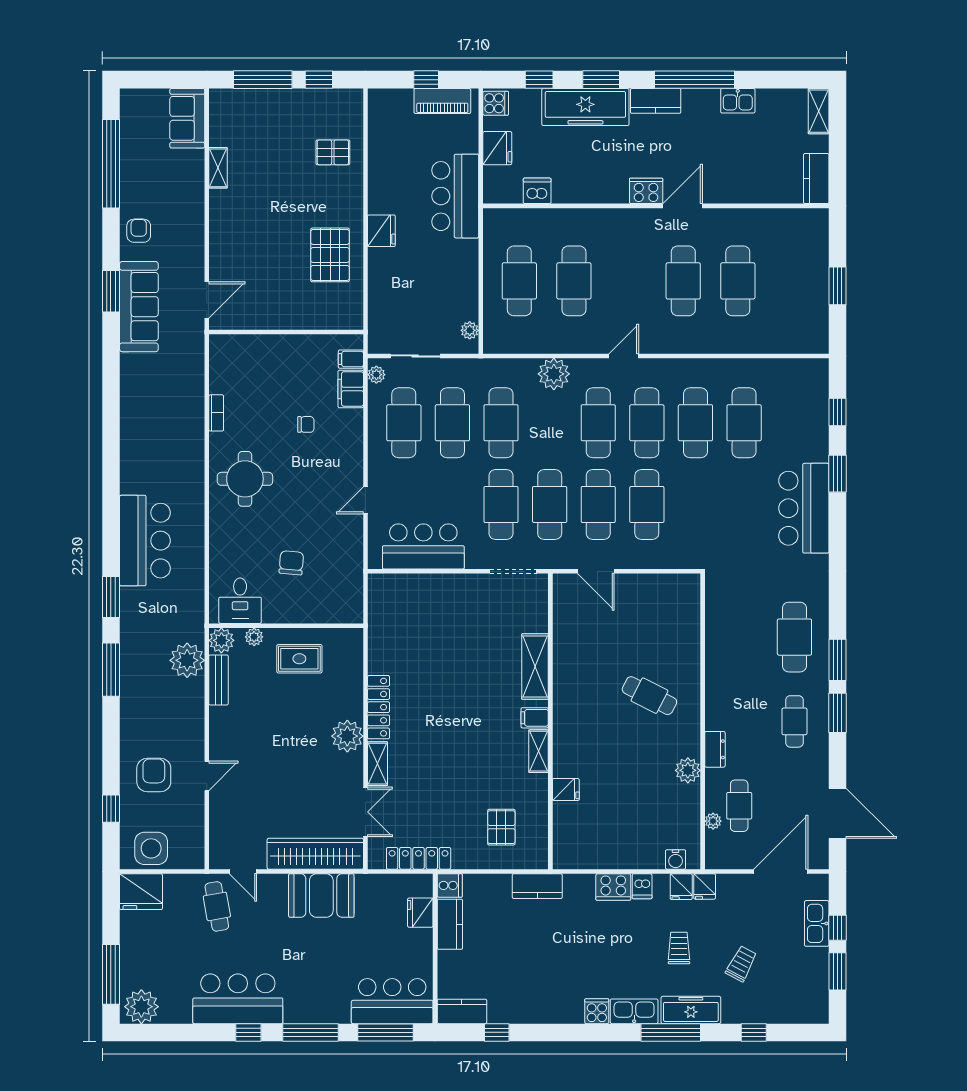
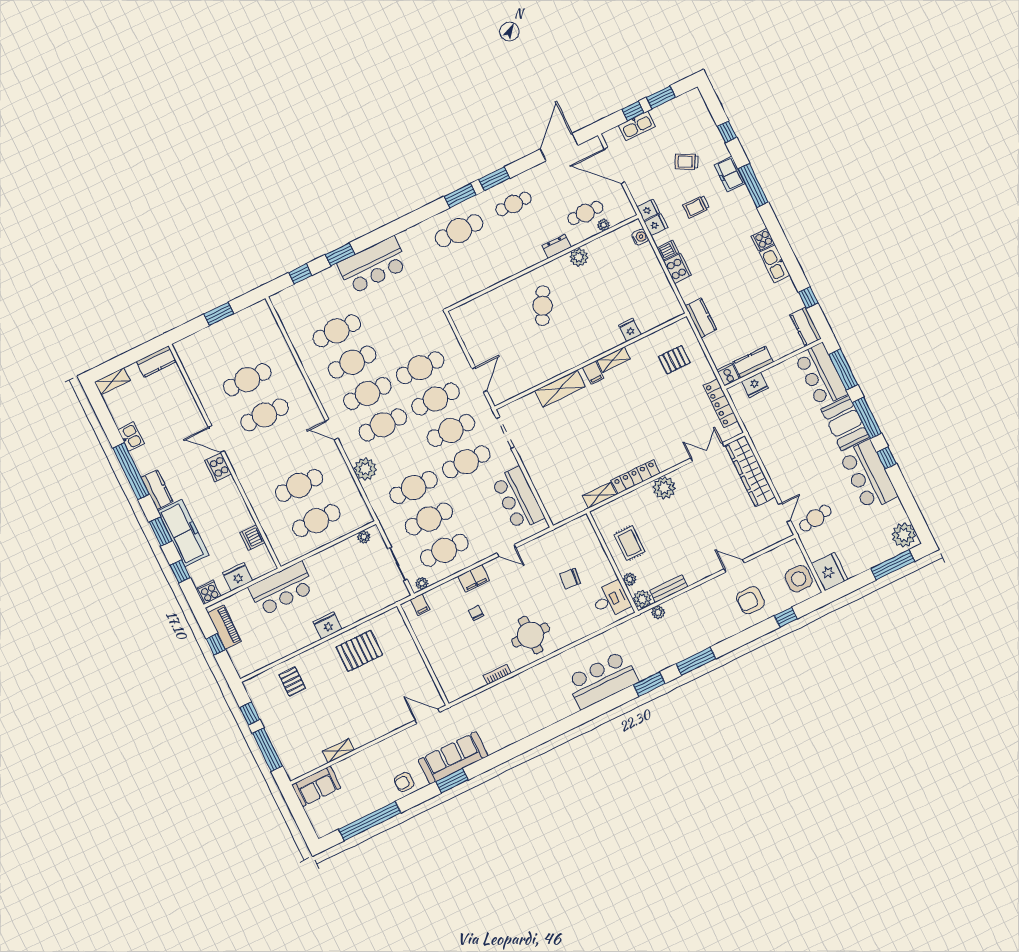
filing cabinet: (351, 389) -> (474, 578), moved
plant: (187, 660) -> (658, 612), width x0.53, depth x0.53
shelving: (378, 764) -> (600, 495), moved
booth: (321, 896) -> (845, 423), moved
freezer: (691, 1010) -> (730, 174), width x0.71
kitchen sink: (634, 1011) -> (775, 264), moved

